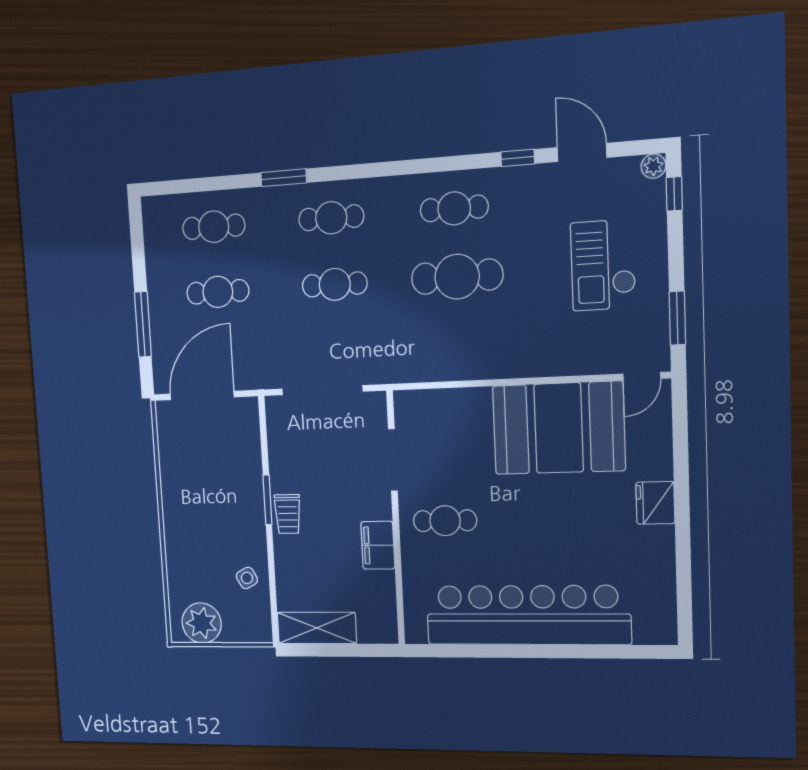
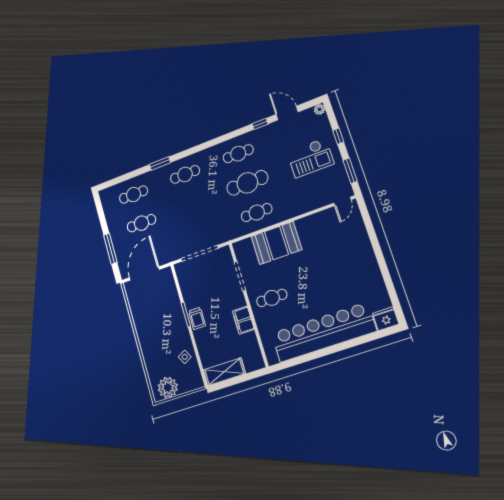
window: (674, 194) -> (338, 136), moved
checkout: (603, 265) -> (310, 158), turned -90
cafe table: (335, 284) -> (257, 213), moved
booth: (559, 428) -> (276, 243), moved, width x0.73, depth x0.70
fridge: (655, 503) -> (386, 319), moved, turned 90

